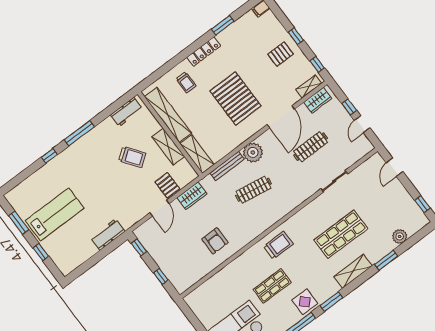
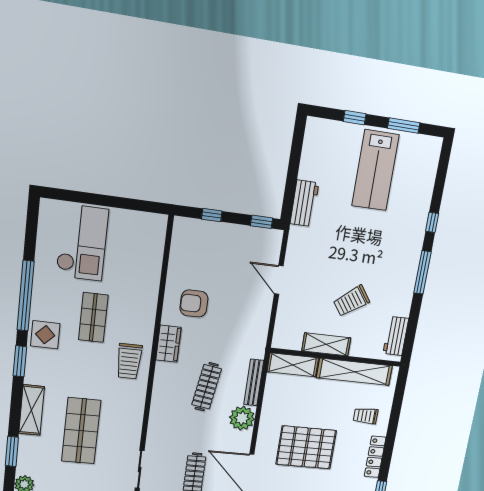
pallet: (167, 185) -> (292, 309), removed
wardrobe: (192, 196) -> (168, 344), moved, turned 180

